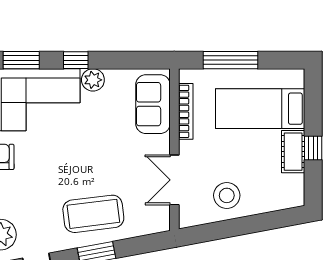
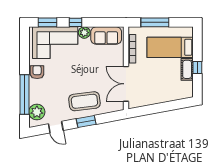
sofa: (153, 104) -> (106, 36), moved, turned -90
double door: (174, 180) -> (126, 84), width x1.37
stool: (227, 195) -> (153, 92), removed

